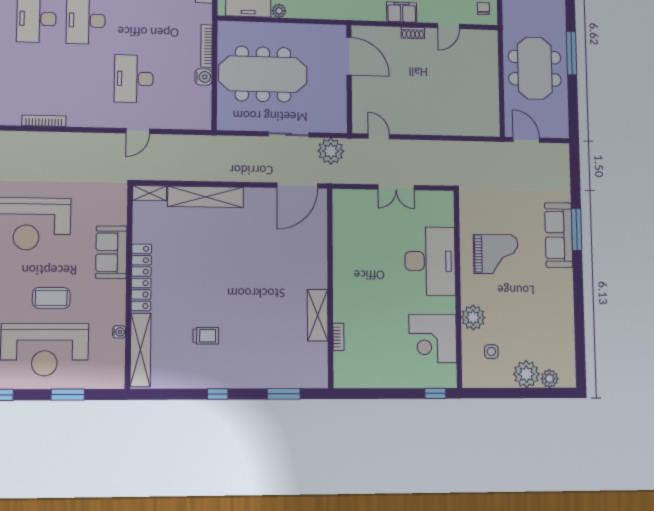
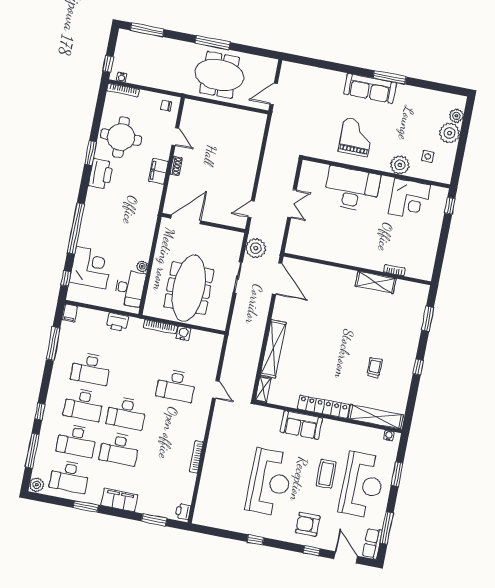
window: (577, 229) -> (390, 77), moved
sofa: (559, 235) -> (370, 88), moved
water cooler: (119, 332) -> (389, 435), moved

